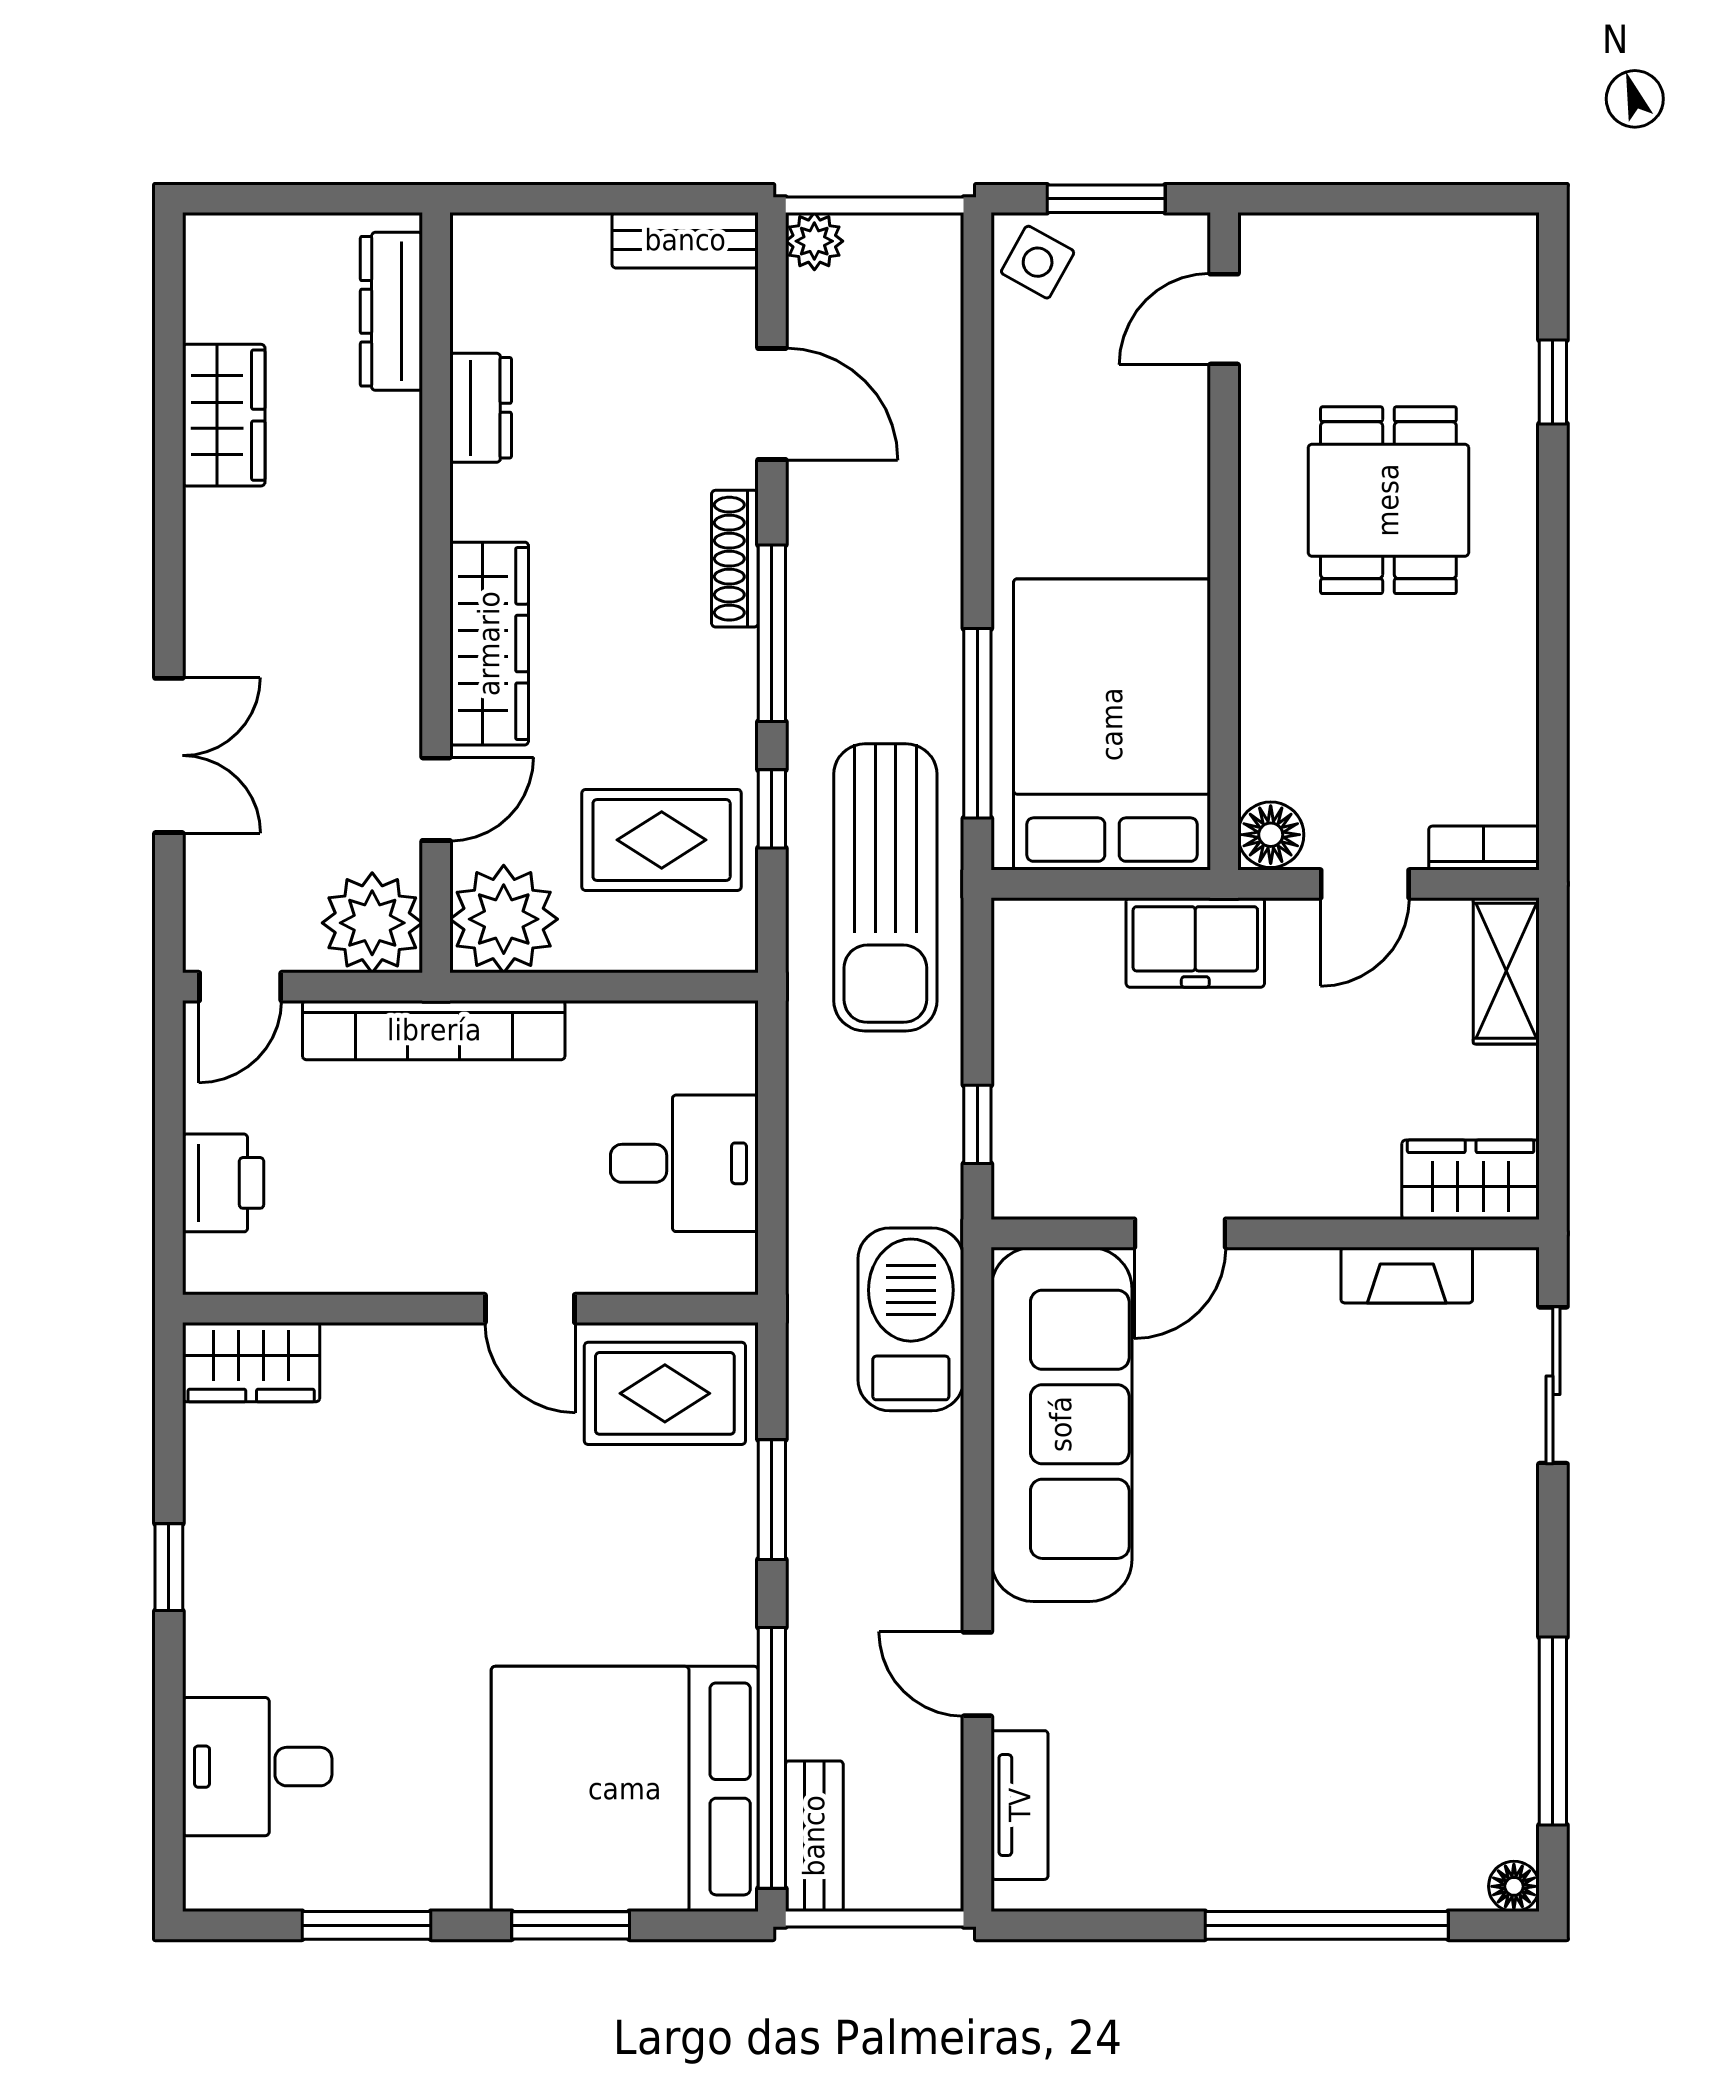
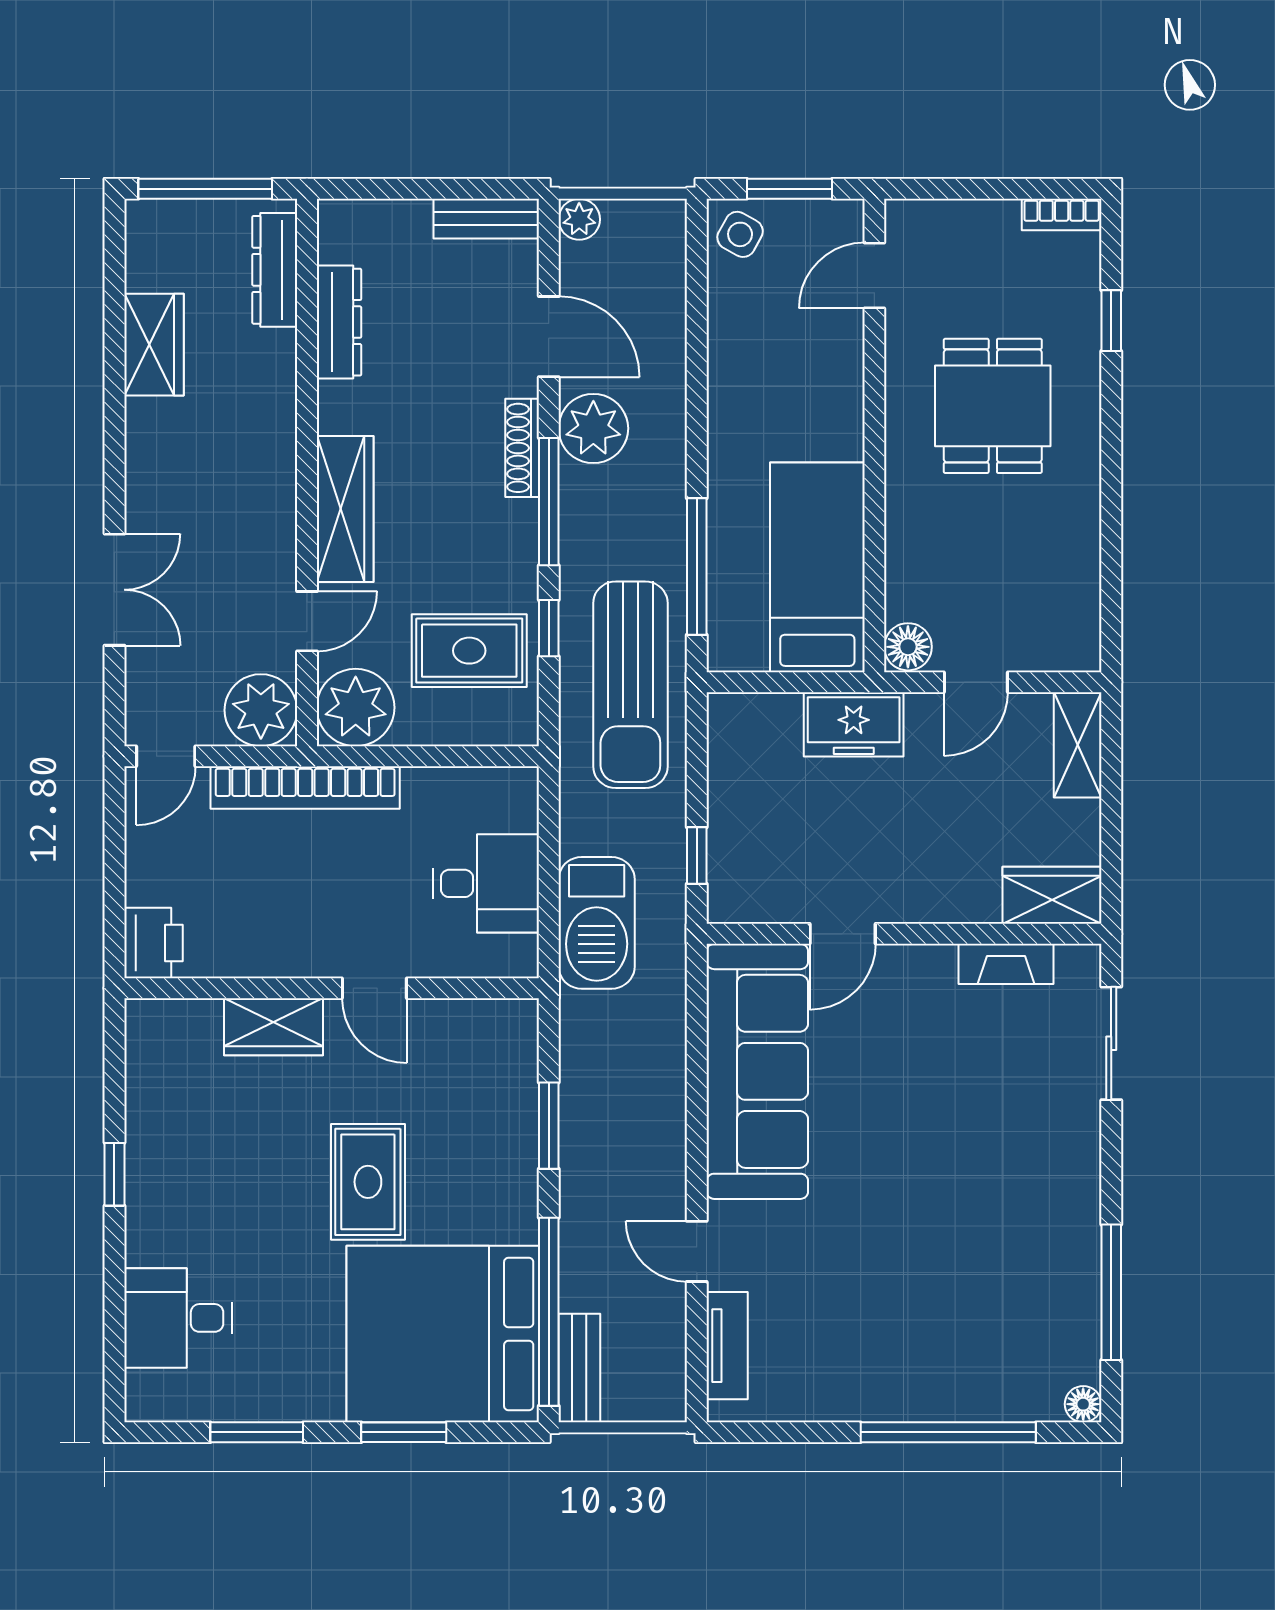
window: (295, 199) -> (205, 189), added
dresser: (481, 408) -> (339, 322), width x1.44
plant: (834, 532) -> (593, 428), added
bed: (1112, 724) -> (817, 567), width x0.67
bookcase: (1484, 848) -> (1062, 215), moved, turned 180
printer: (223, 1183) -> (154, 943), moved
barbecue: (911, 1319) -> (597, 923), moved, turned 180
wardrobe: (251, 1362) -> (274, 1027), moved
rug: (665, 1393) -> (368, 1182), moved, turned 90

